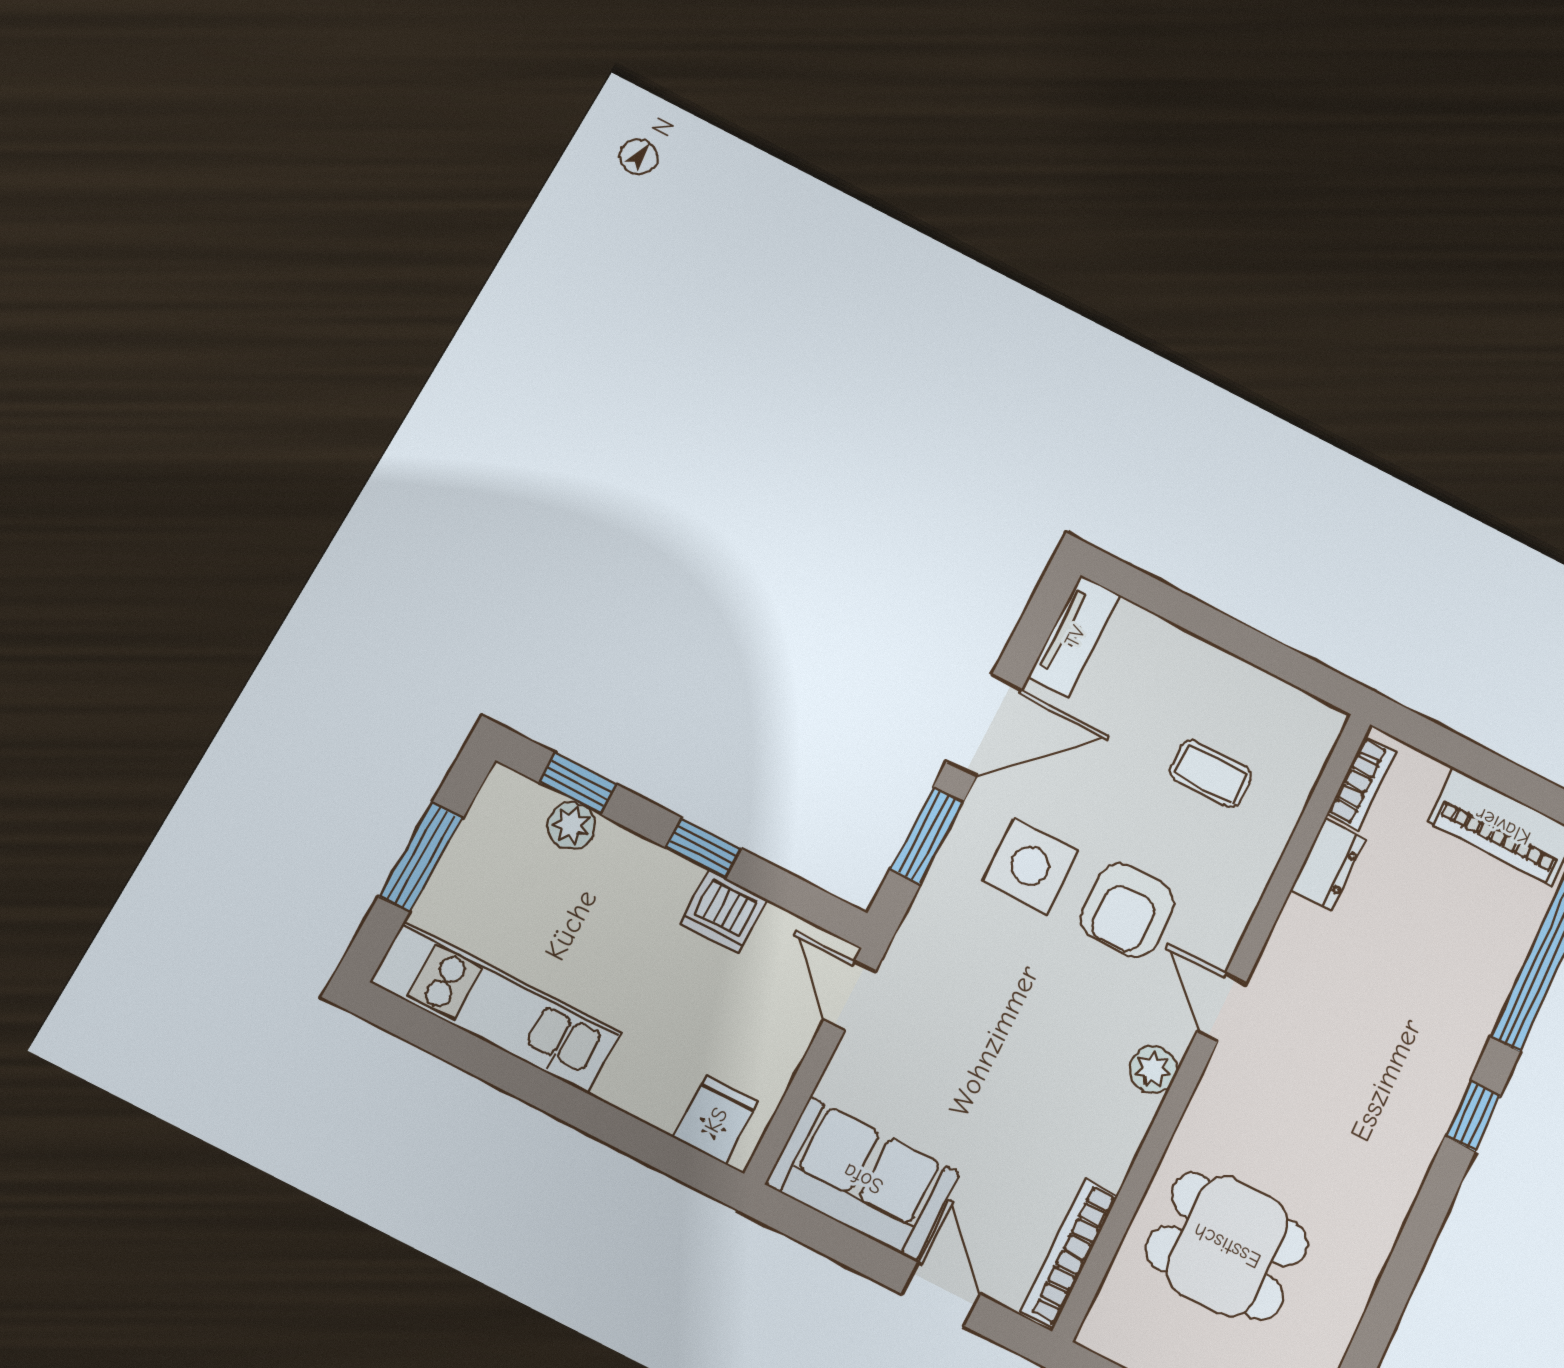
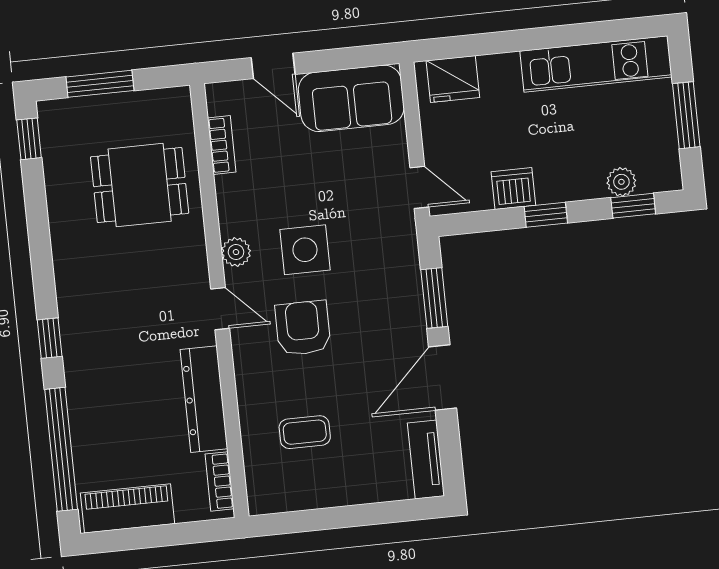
dresser: (1328, 864) -> (204, 399), width x1.96, depth x1.24
side table: (1030, 866) -> (305, 250), moved
fridge: (716, 1120) -> (453, 79), width x1.38
bookcase: (1070, 1253) -> (222, 145), width x0.64

